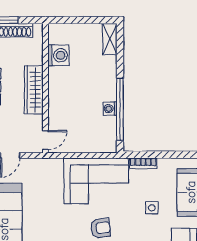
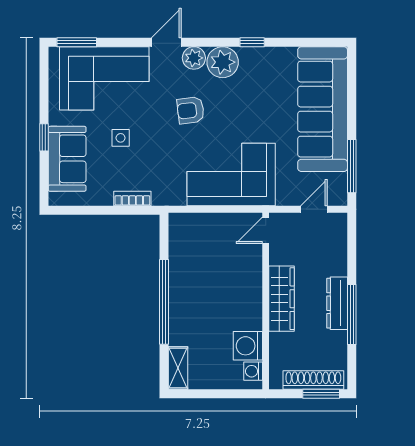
washing machine: (110, 109) -> (253, 371), moved, turned 180
window: (120, 109) -> (164, 302), moved
corner sofa: (96, 181) -> (231, 175), moved

